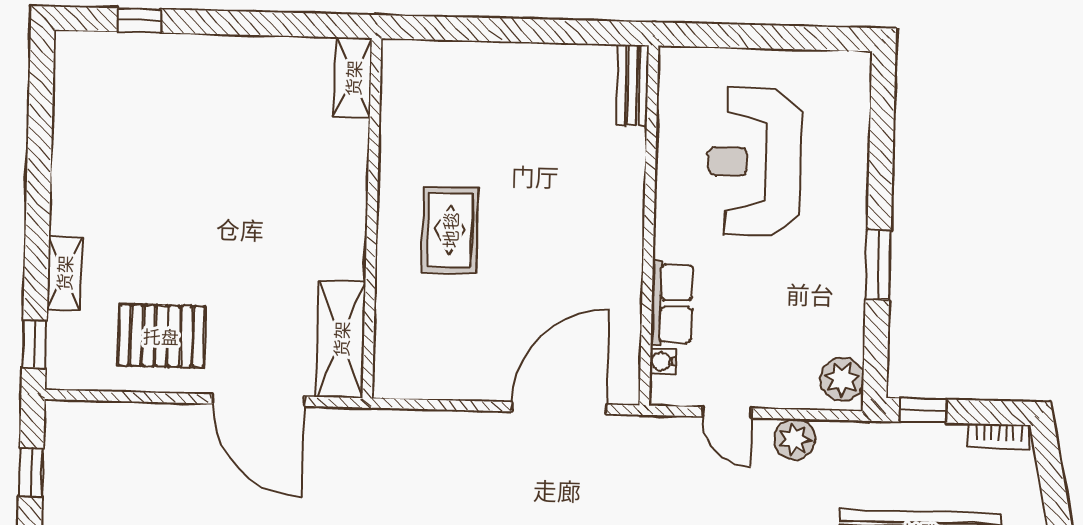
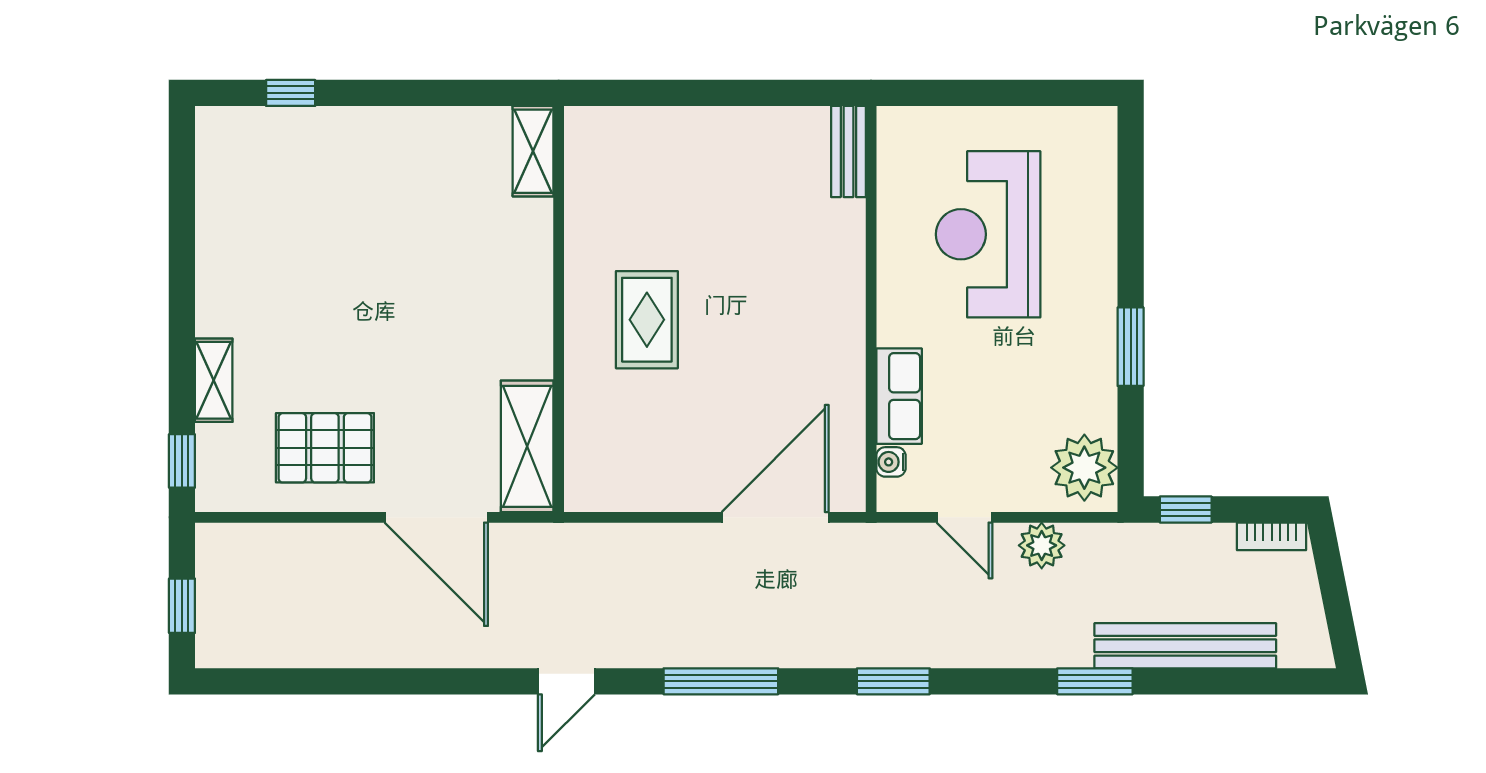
plant: (842, 379) -> (1084, 468), width x1.36, depth x1.36

